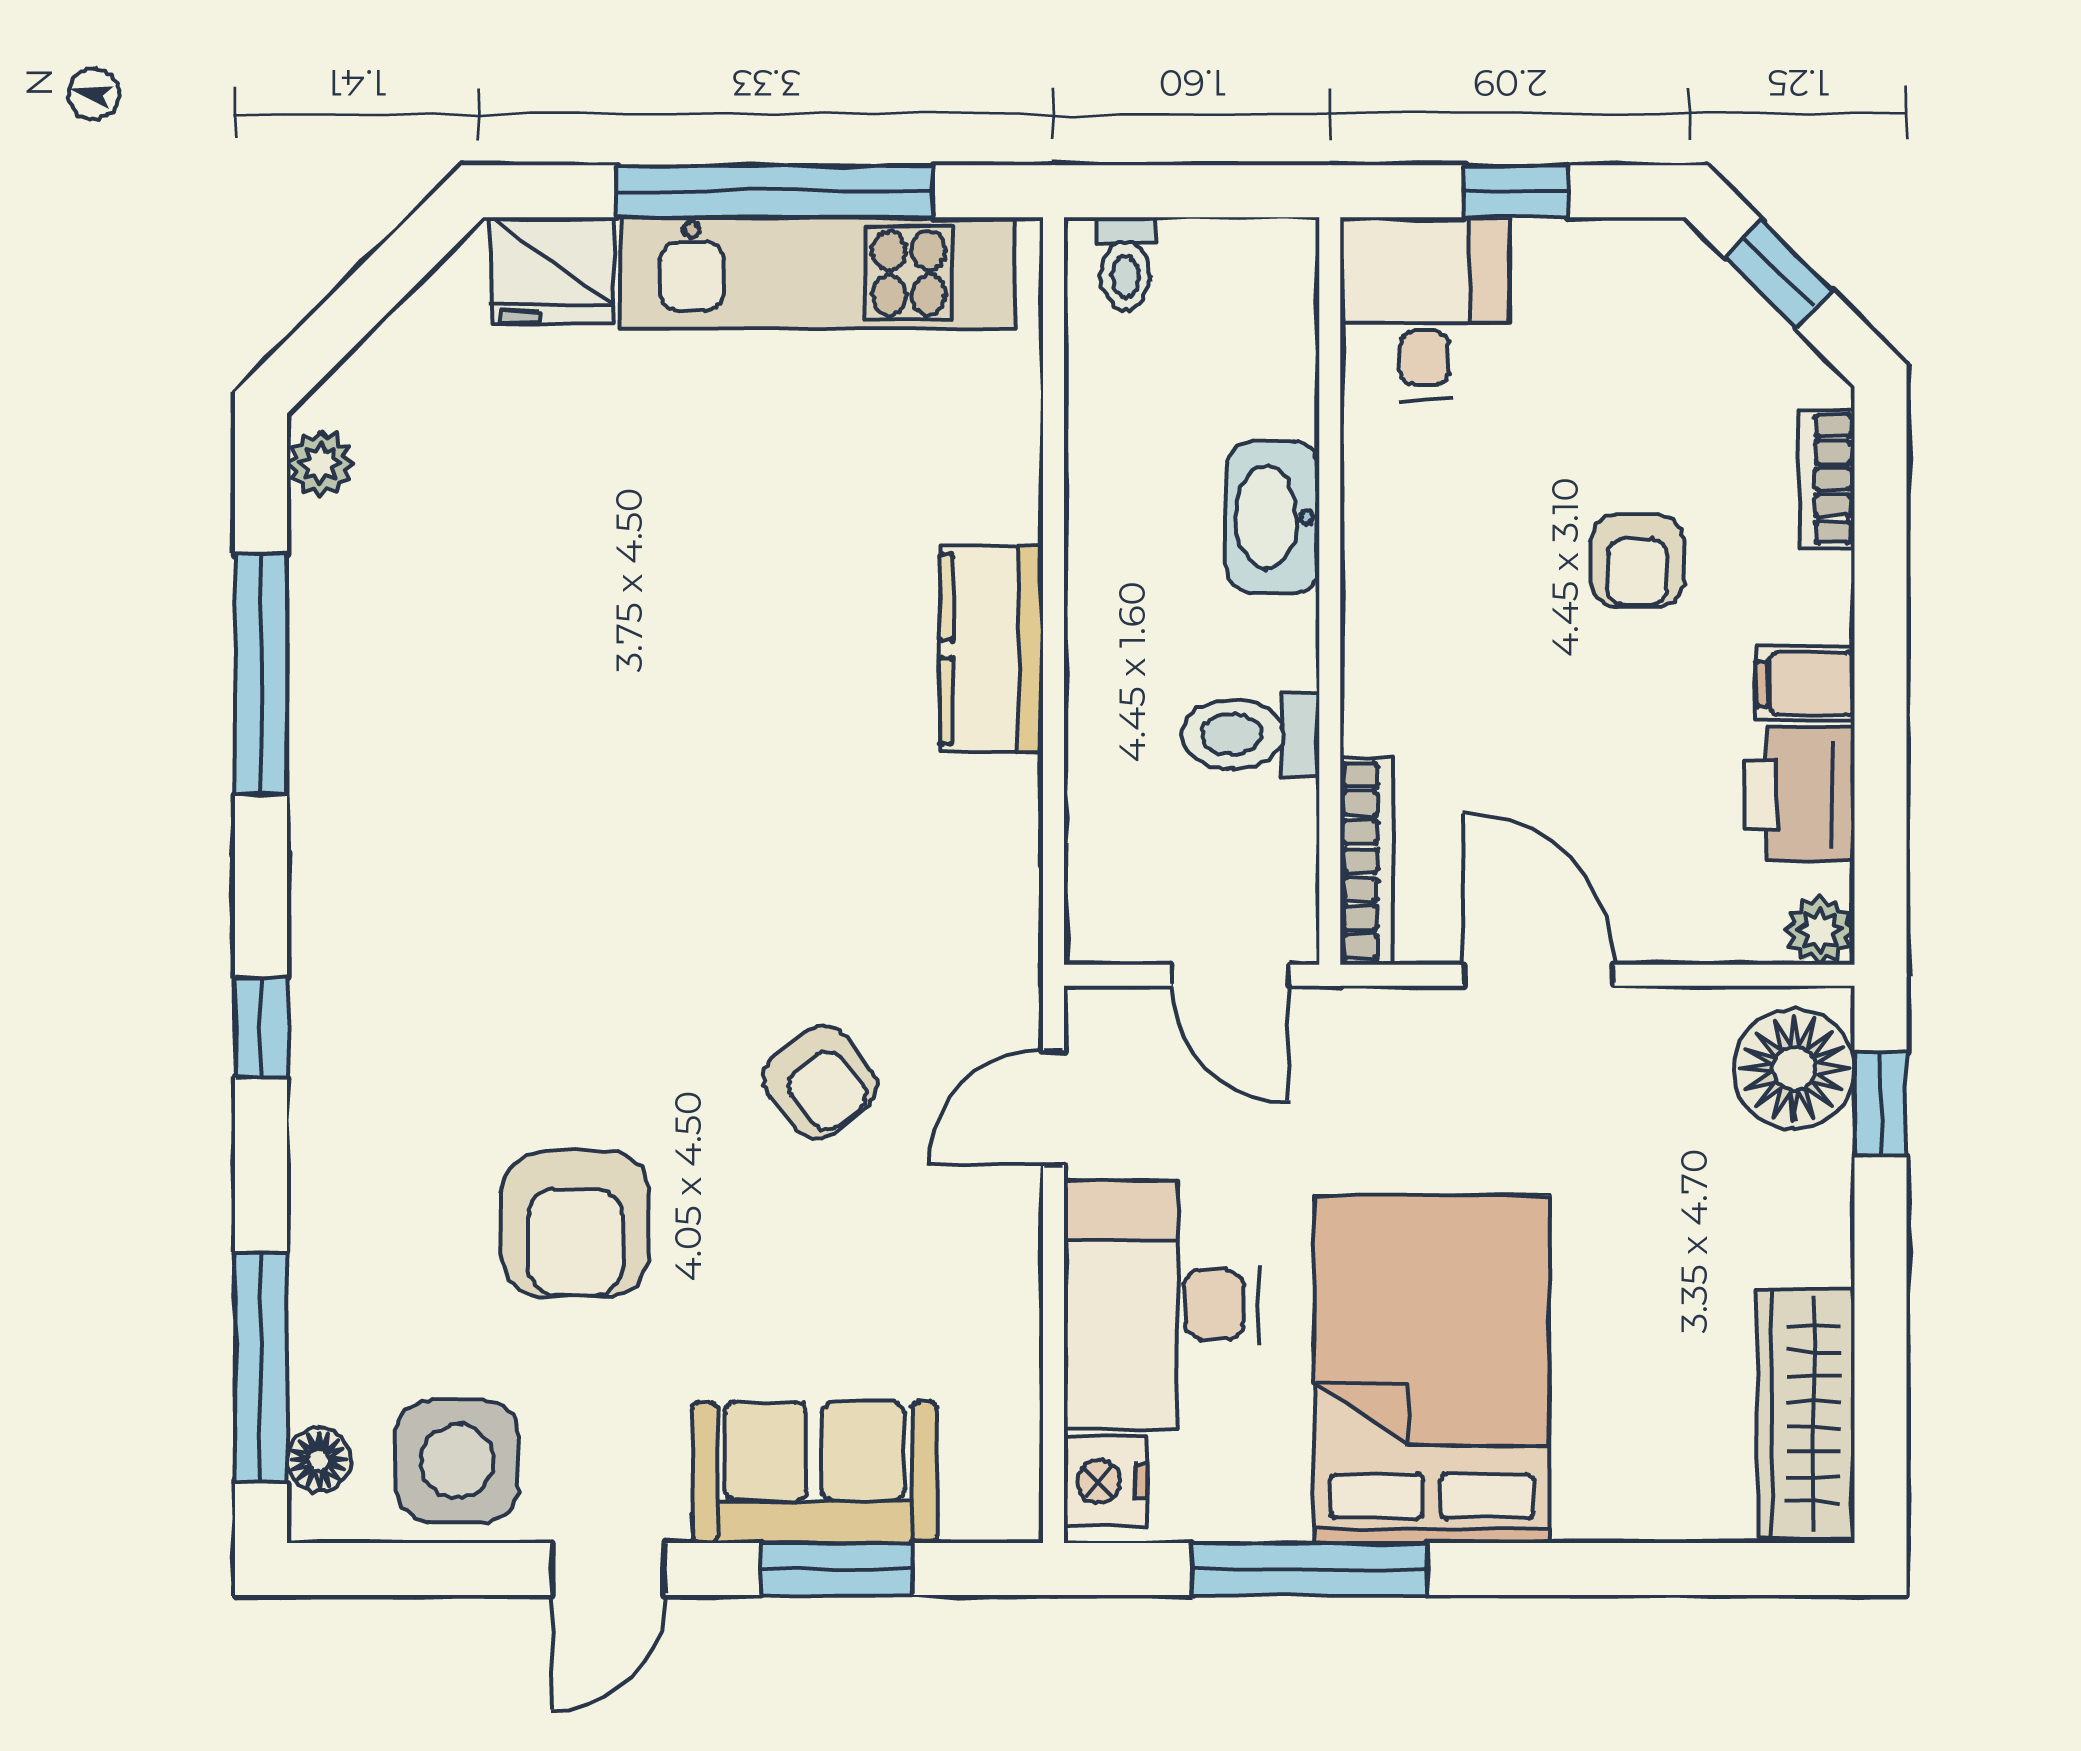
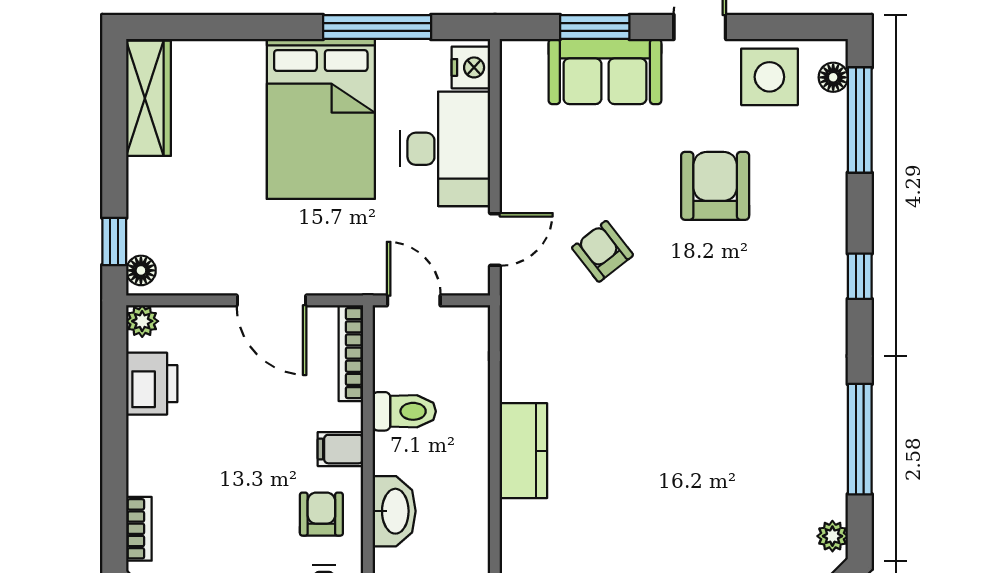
armchair: (1637, 561) -> (321, 514), moved
filing cabinet: (1805, 683) -> (340, 449), moved, turned 180
floor lamp: (1794, 1069) -> (141, 270), width x0.53, depth x0.53

